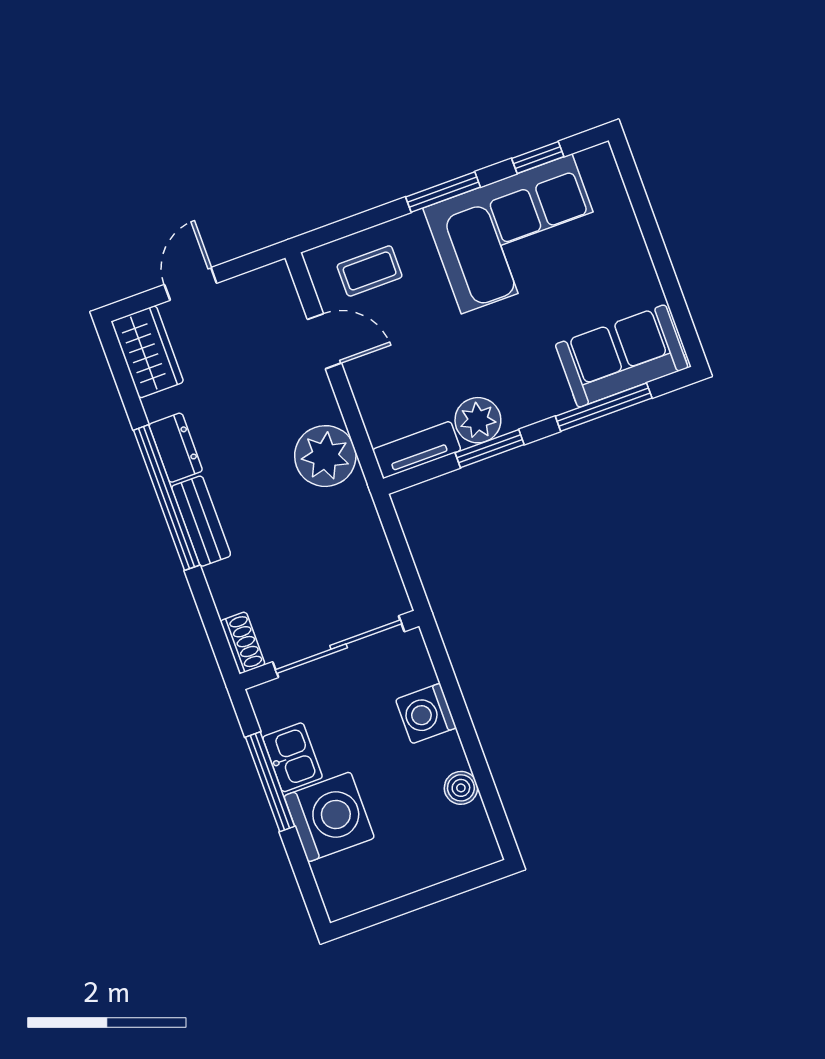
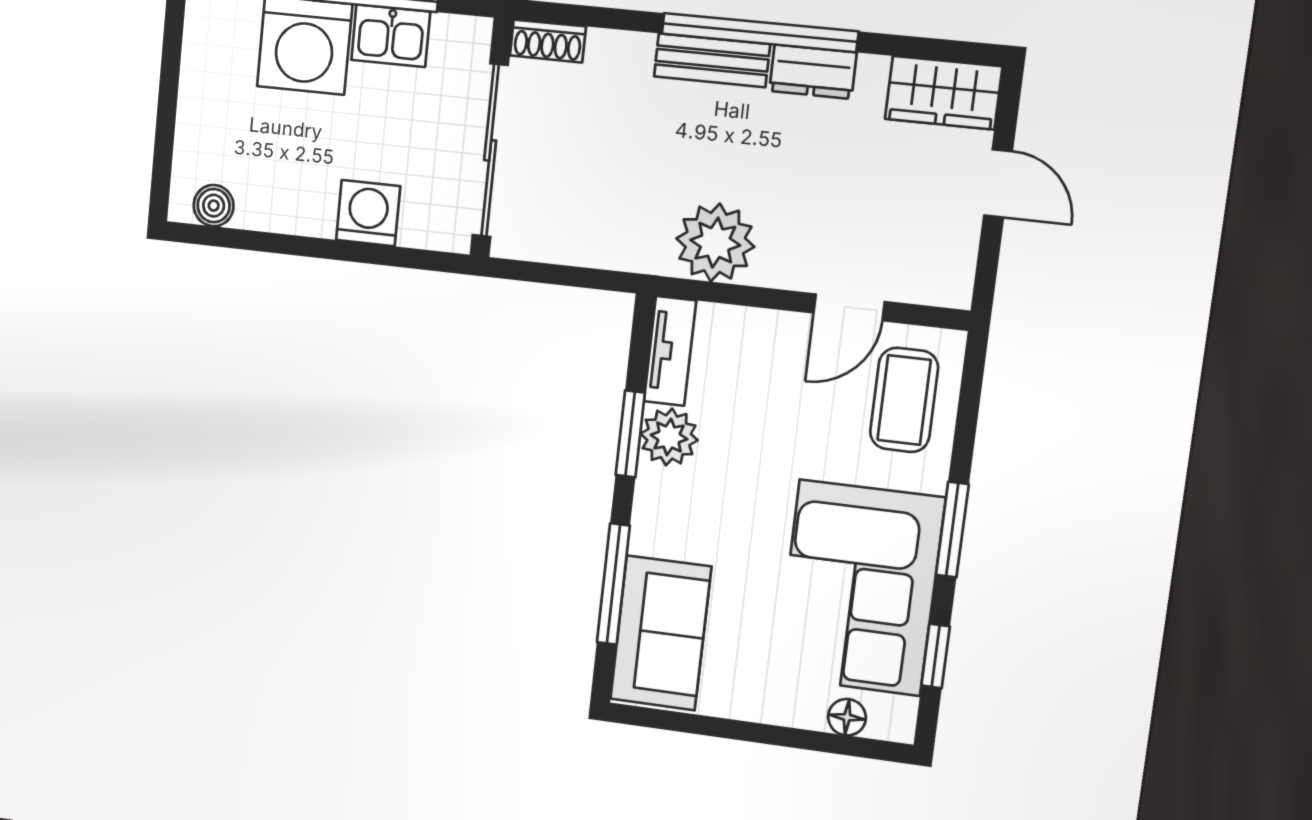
floor lamp: (614, 196) -> (847, 717), added
coffee table: (370, 271) -> (904, 400), width x1.36, depth x1.30
boiler: (461, 788) -> (214, 206), moved

